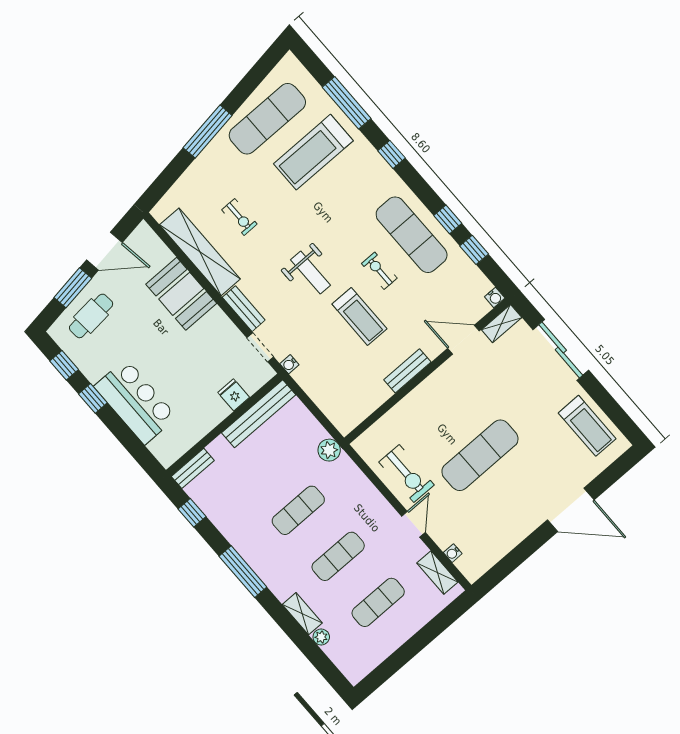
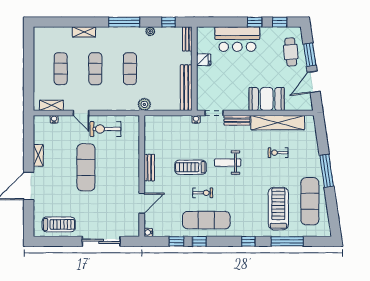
shelving: (502, 324) -> (38, 155), moved
fridge: (234, 395) -> (204, 60), moved
treadmill: (587, 426) -> (59, 224), turned 180
plant: (321, 637) -> (150, 31), moved

